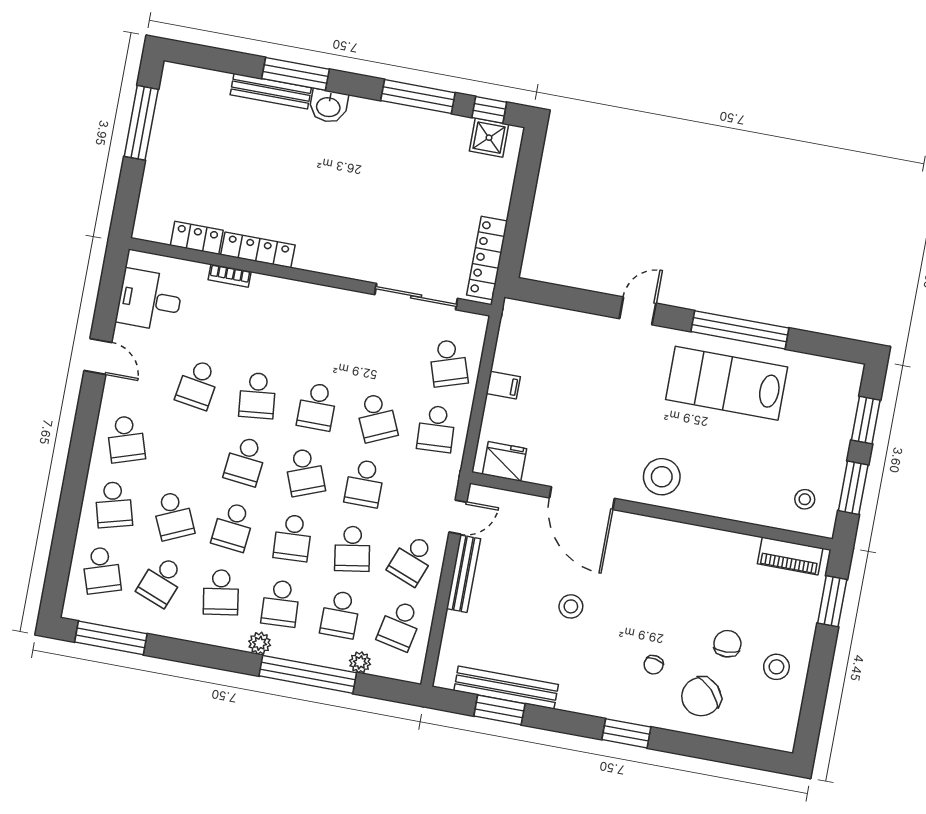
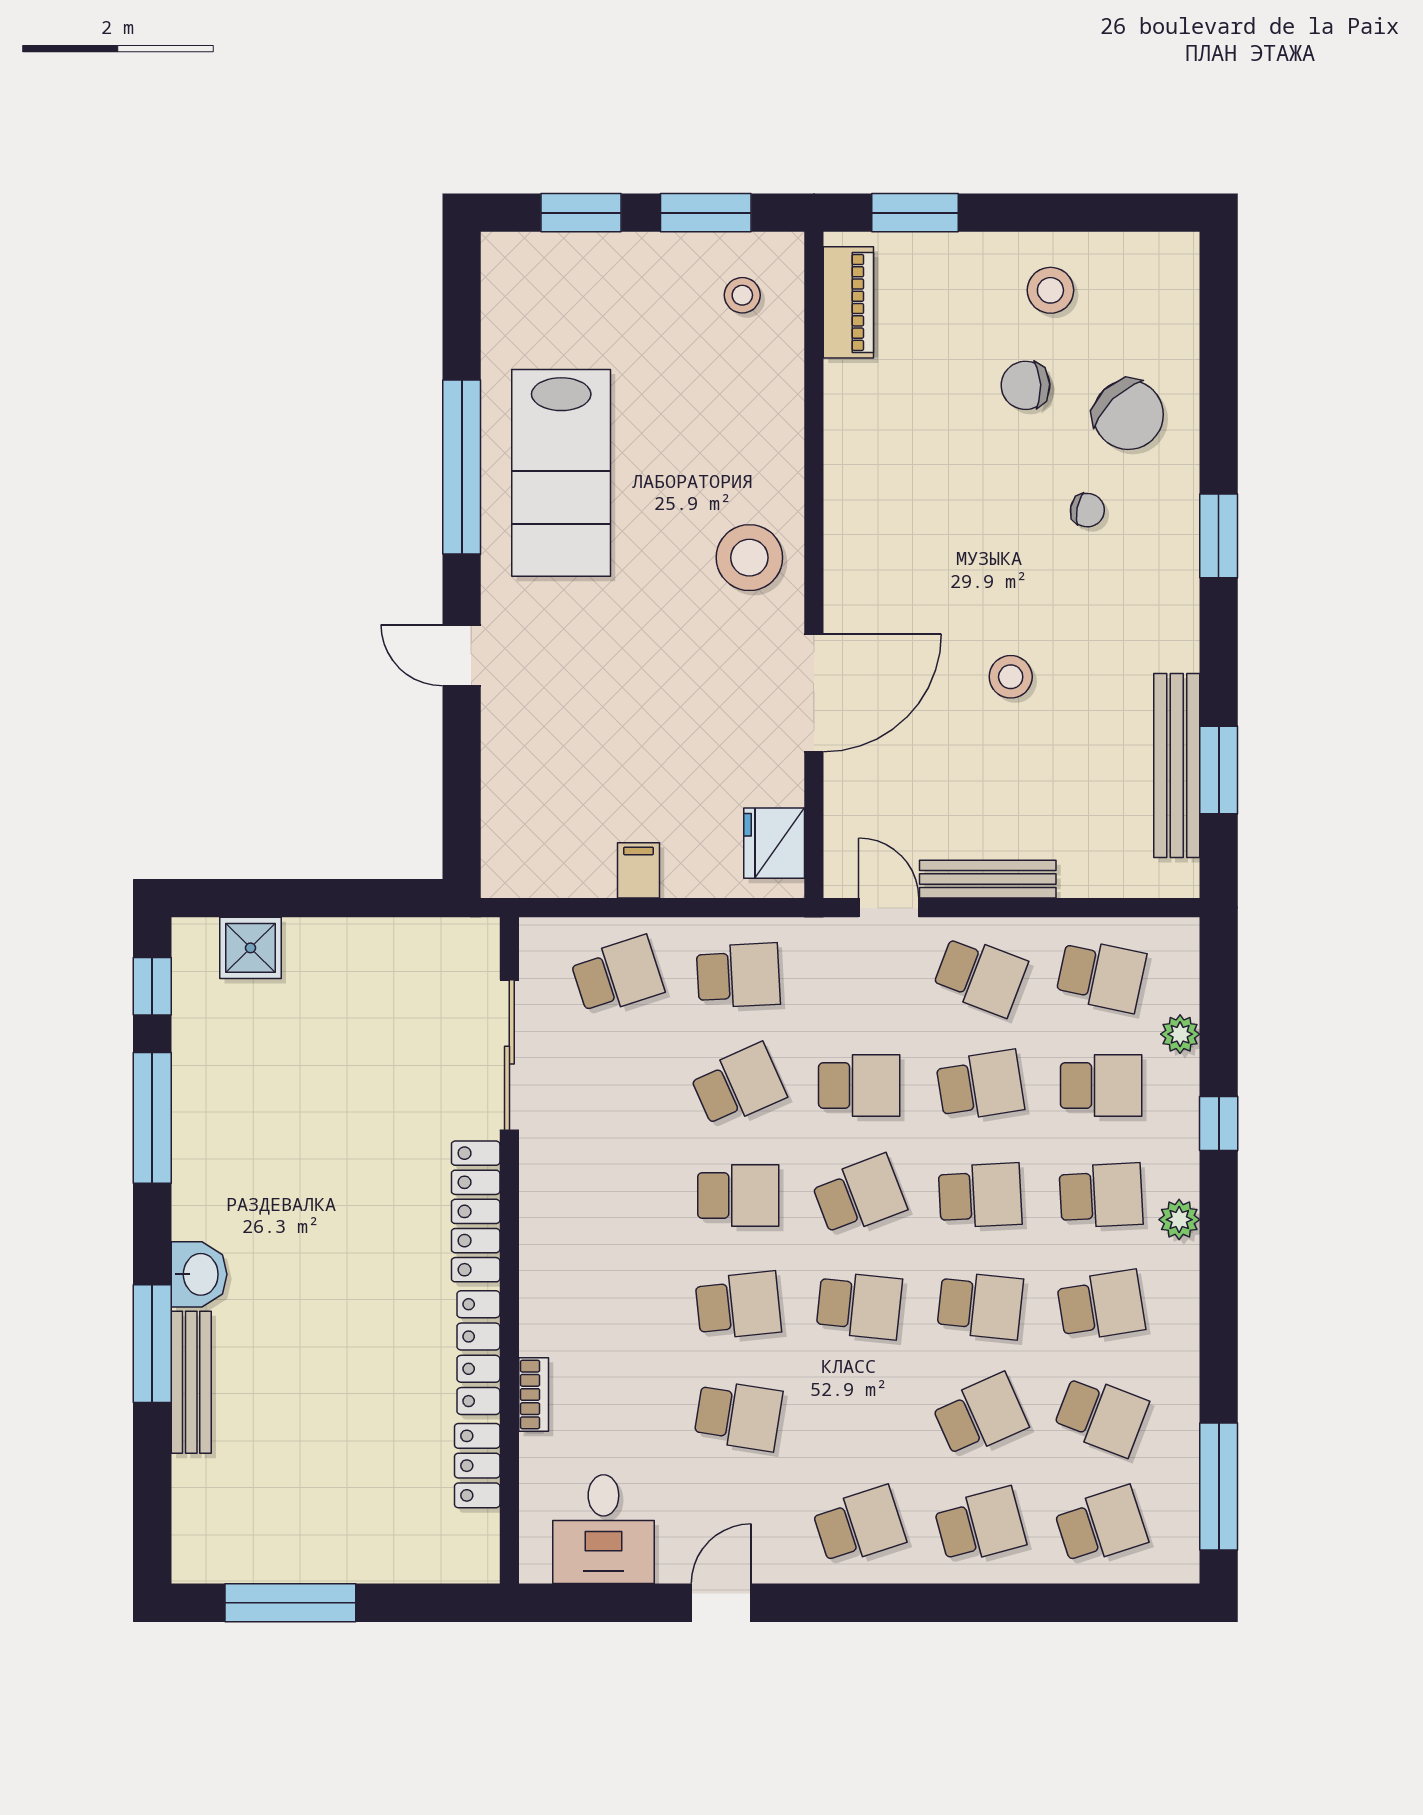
shower: (489, 138) -> (250, 948), moved
locker: (487, 258) -> (476, 1211), moved, turned 90
window: (308, 674) -> (1219, 1123), width x0.32

